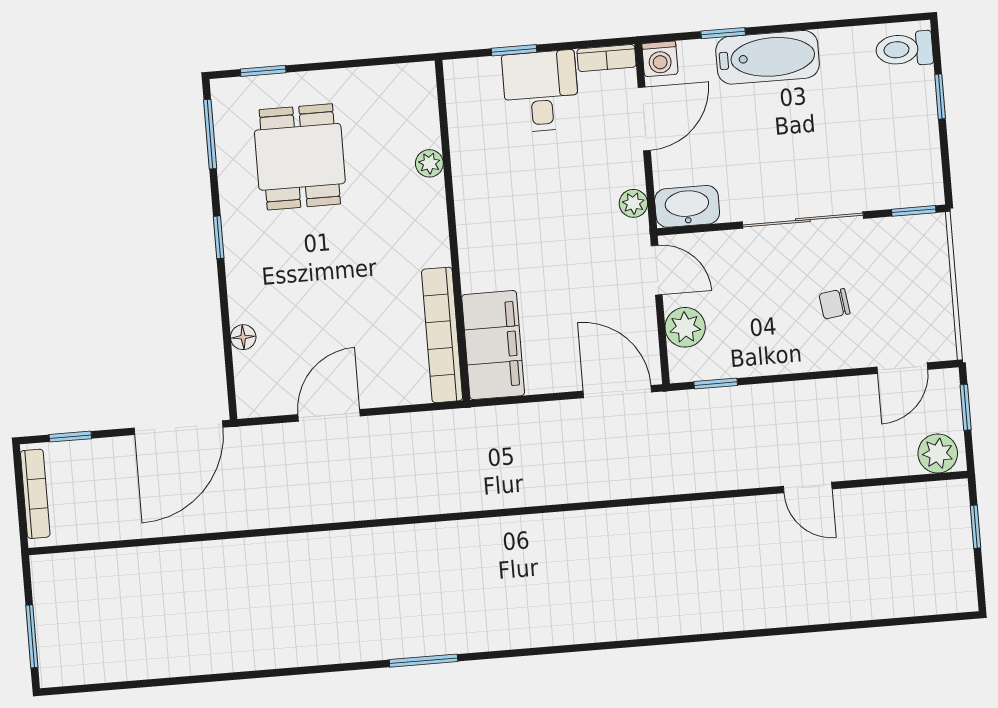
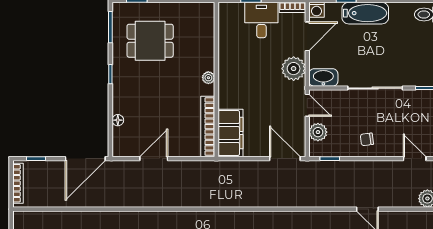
dining table: (300, 157) -> (150, 41), turned 90
plant: (429, 163) -> (208, 78), moved
plant: (633, 203) -> (294, 69), width x1.88, depth x1.88
chair: (834, 304) -> (367, 139), moved
door: (902, 368) -> (415, 159), swing flipped

